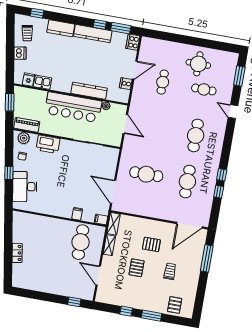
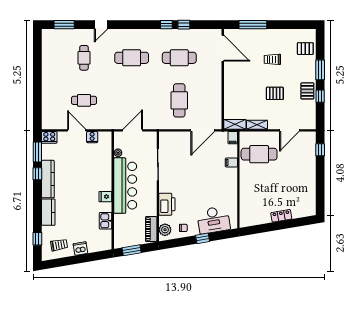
round table: (198, 64) -> (59, 68), removed
fridge: (28, 80) -> (105, 197), moved
kitchen counter: (89, 91) -> (106, 173), removed
pallet: (151, 244) -> (307, 91), moved

